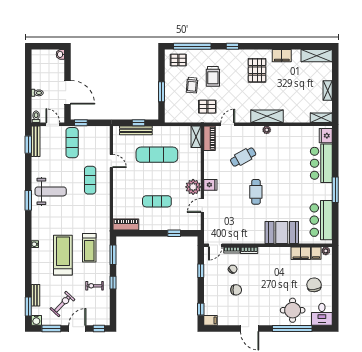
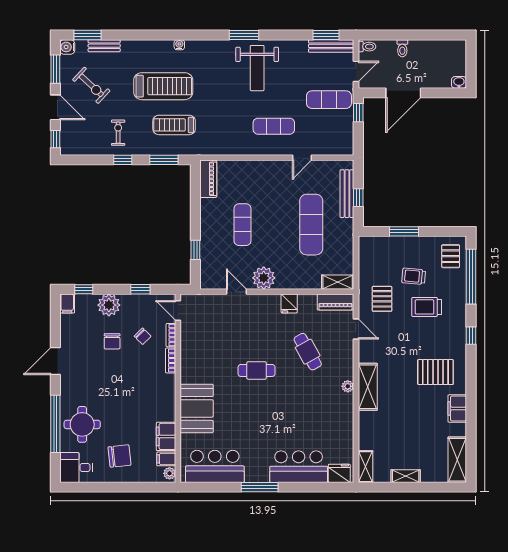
fridge: (210, 185) -> (289, 303), moved
plant: (212, 292) -> (109, 305), added

